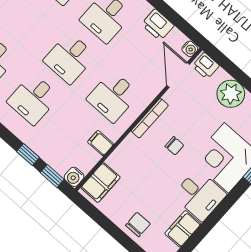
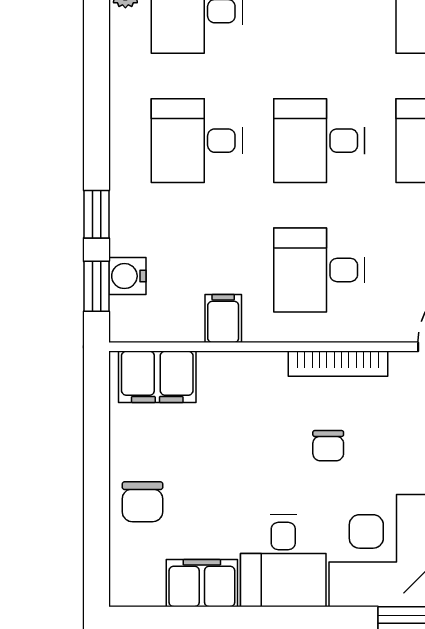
water cooler: (74, 177) -> (127, 276), moved
chair: (138, 225) -> (142, 502), turned 90

